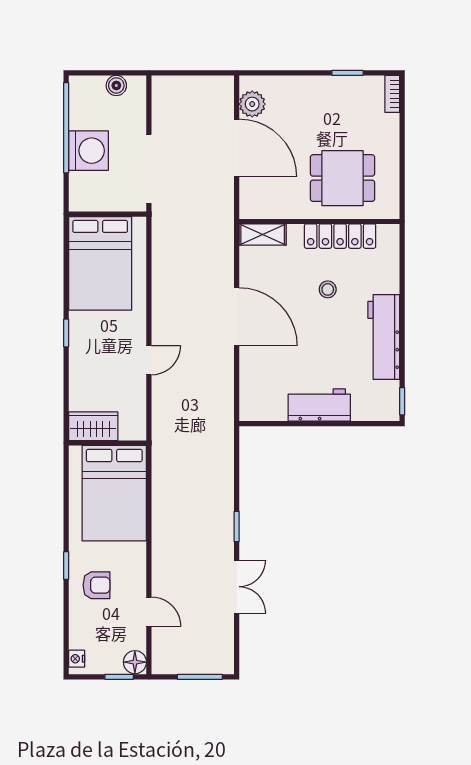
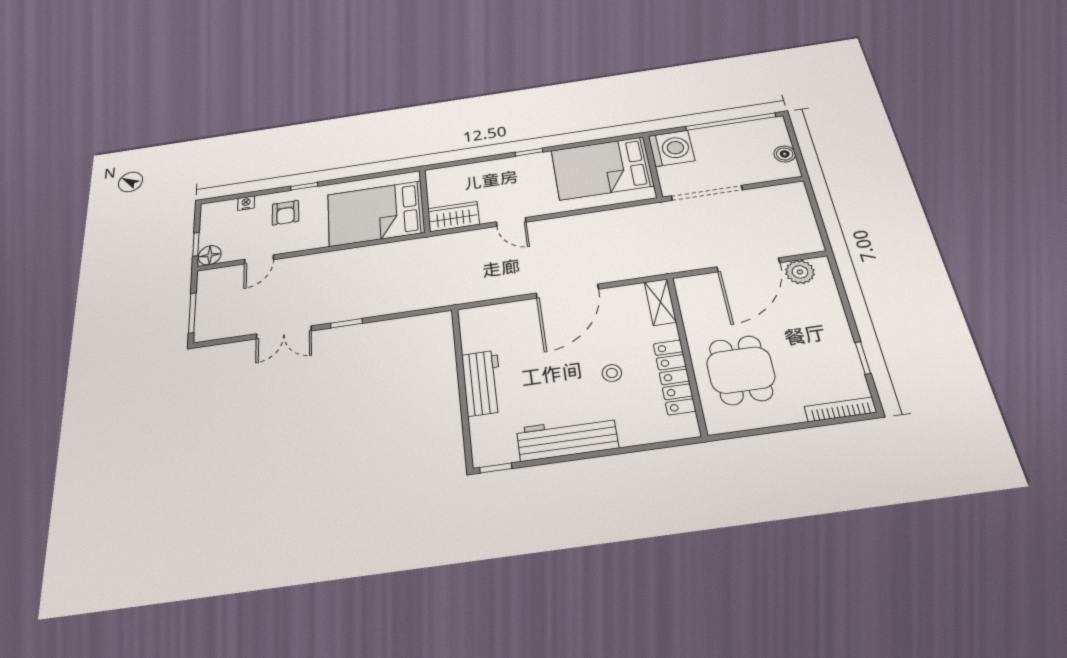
bookcase: (392, 94) -> (840, 409), width x1.56
washing machine: (88, 151) -> (671, 148), moved, turned -90
wardrobe: (93, 426) -> (454, 217), moved, turned -90
nightstand: (77, 659) -> (246, 203), moved

